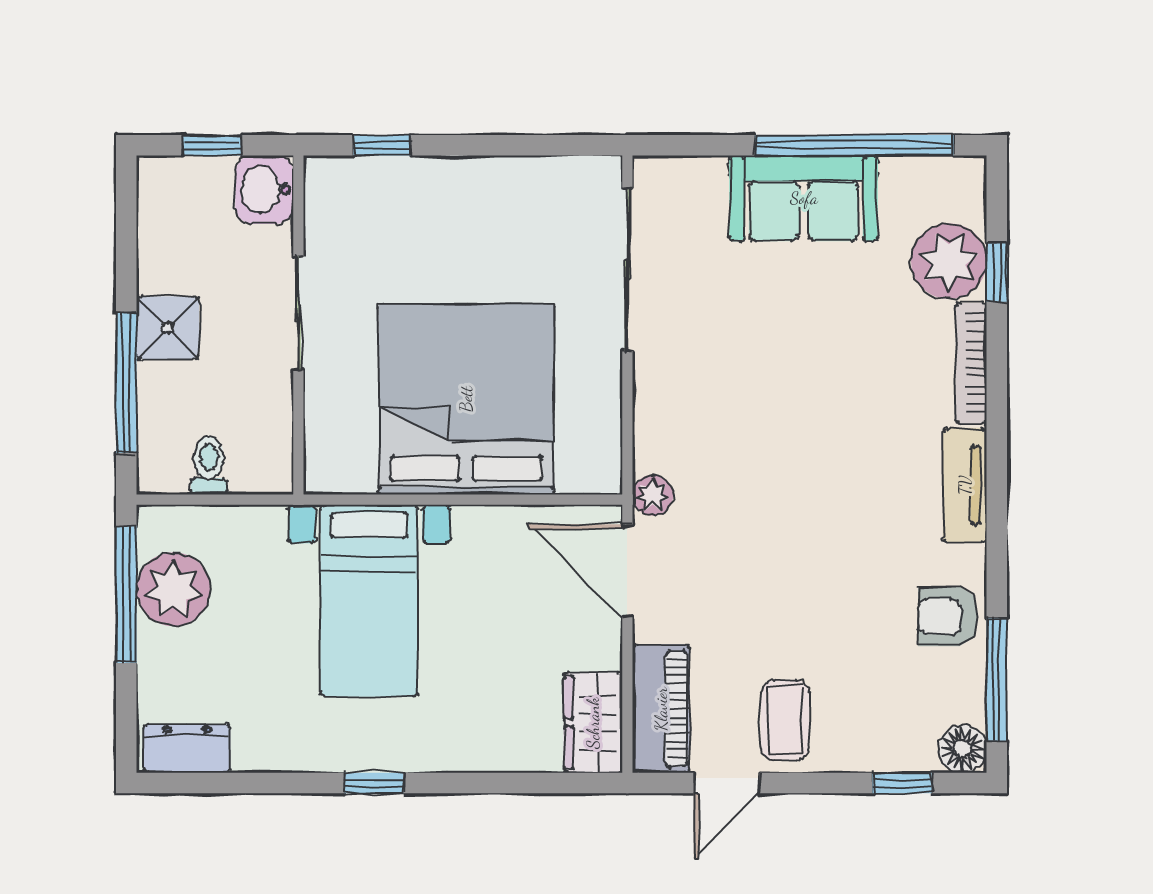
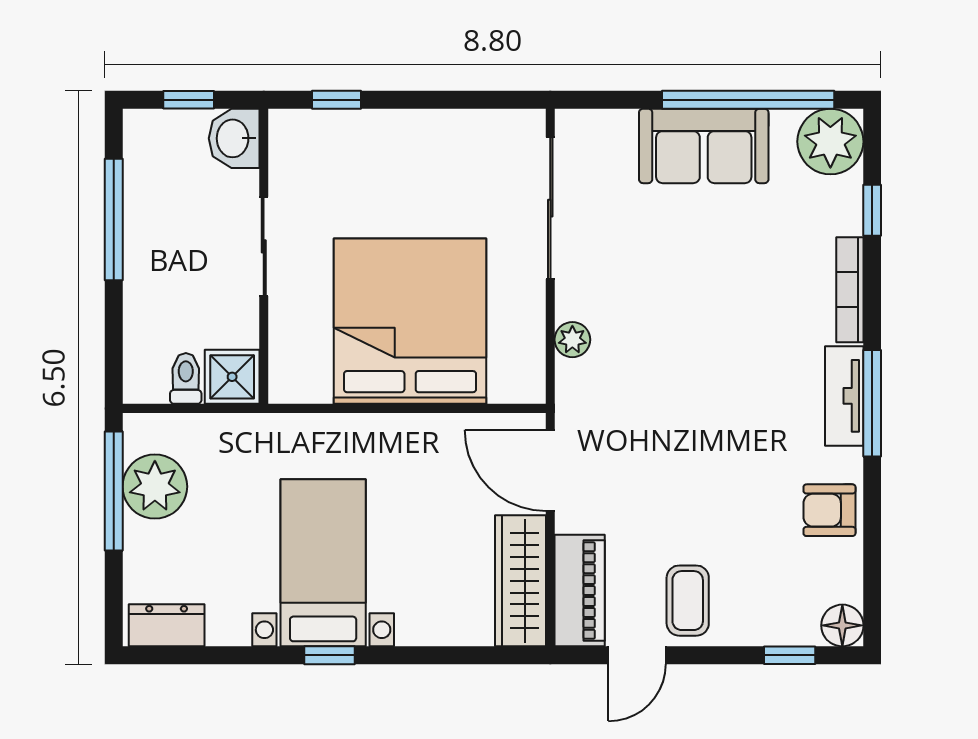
plant: (949, 261) -> (830, 142), moved
shower: (168, 328) -> (232, 377), moved
window: (126, 383) -> (114, 220), moved
plant: (653, 495) -> (572, 340), moved
bed with nightstands: (369, 601) -> (323, 563), moved, turned 180
window: (997, 680) -> (872, 403), moved
wardrobe: (593, 723) -> (520, 581), width x1.50

